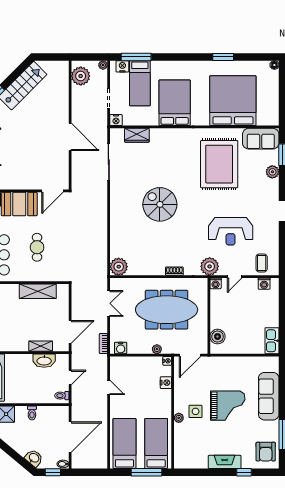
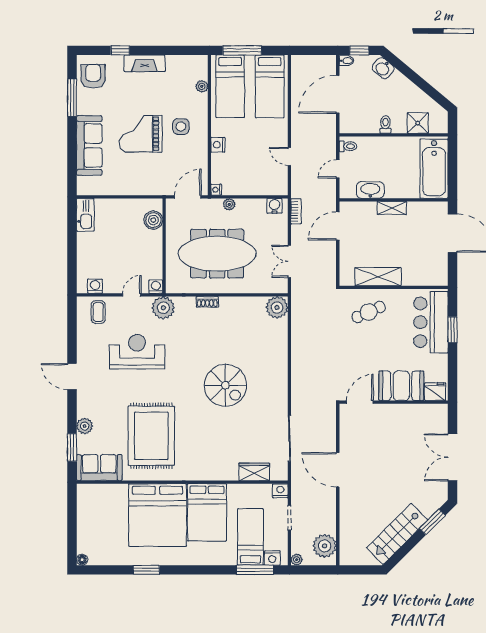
bed: (233, 101) -> (158, 515), moved
cafe table: (37, 247) -> (369, 312), moved, turned 66
shelving: (41, 346) -> (392, 208), moved
nightstand: (166, 383) -> (218, 145), moved
plant: (179, 418) -> (202, 86), moved

